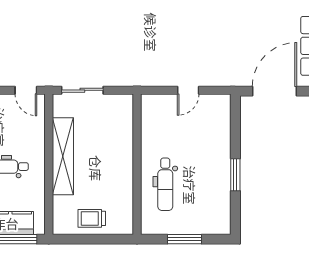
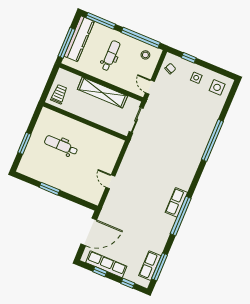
door: (26, 90) -> (150, 87), hinge flipped
door: (274, 91) -> (89, 232), hinge flipped
wall: (137, 164) -> (85, 121), moved

